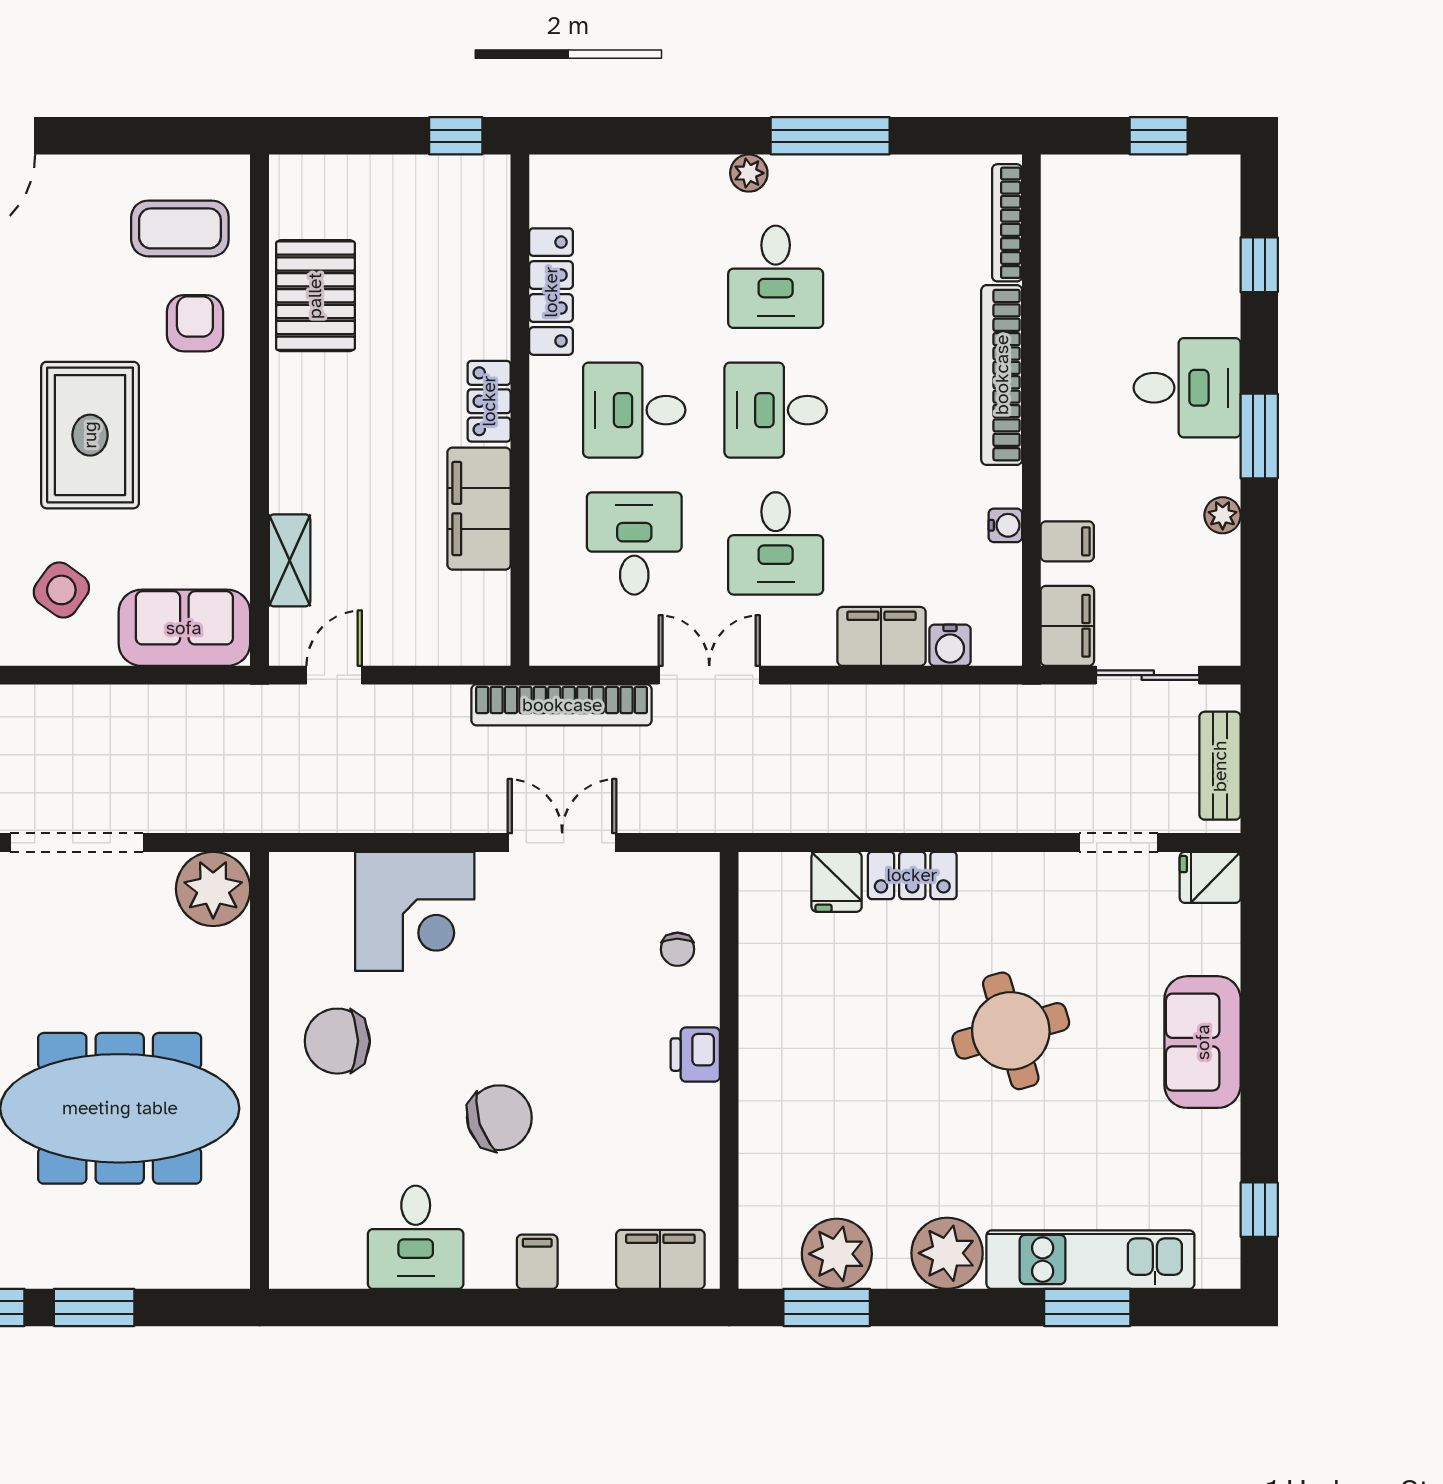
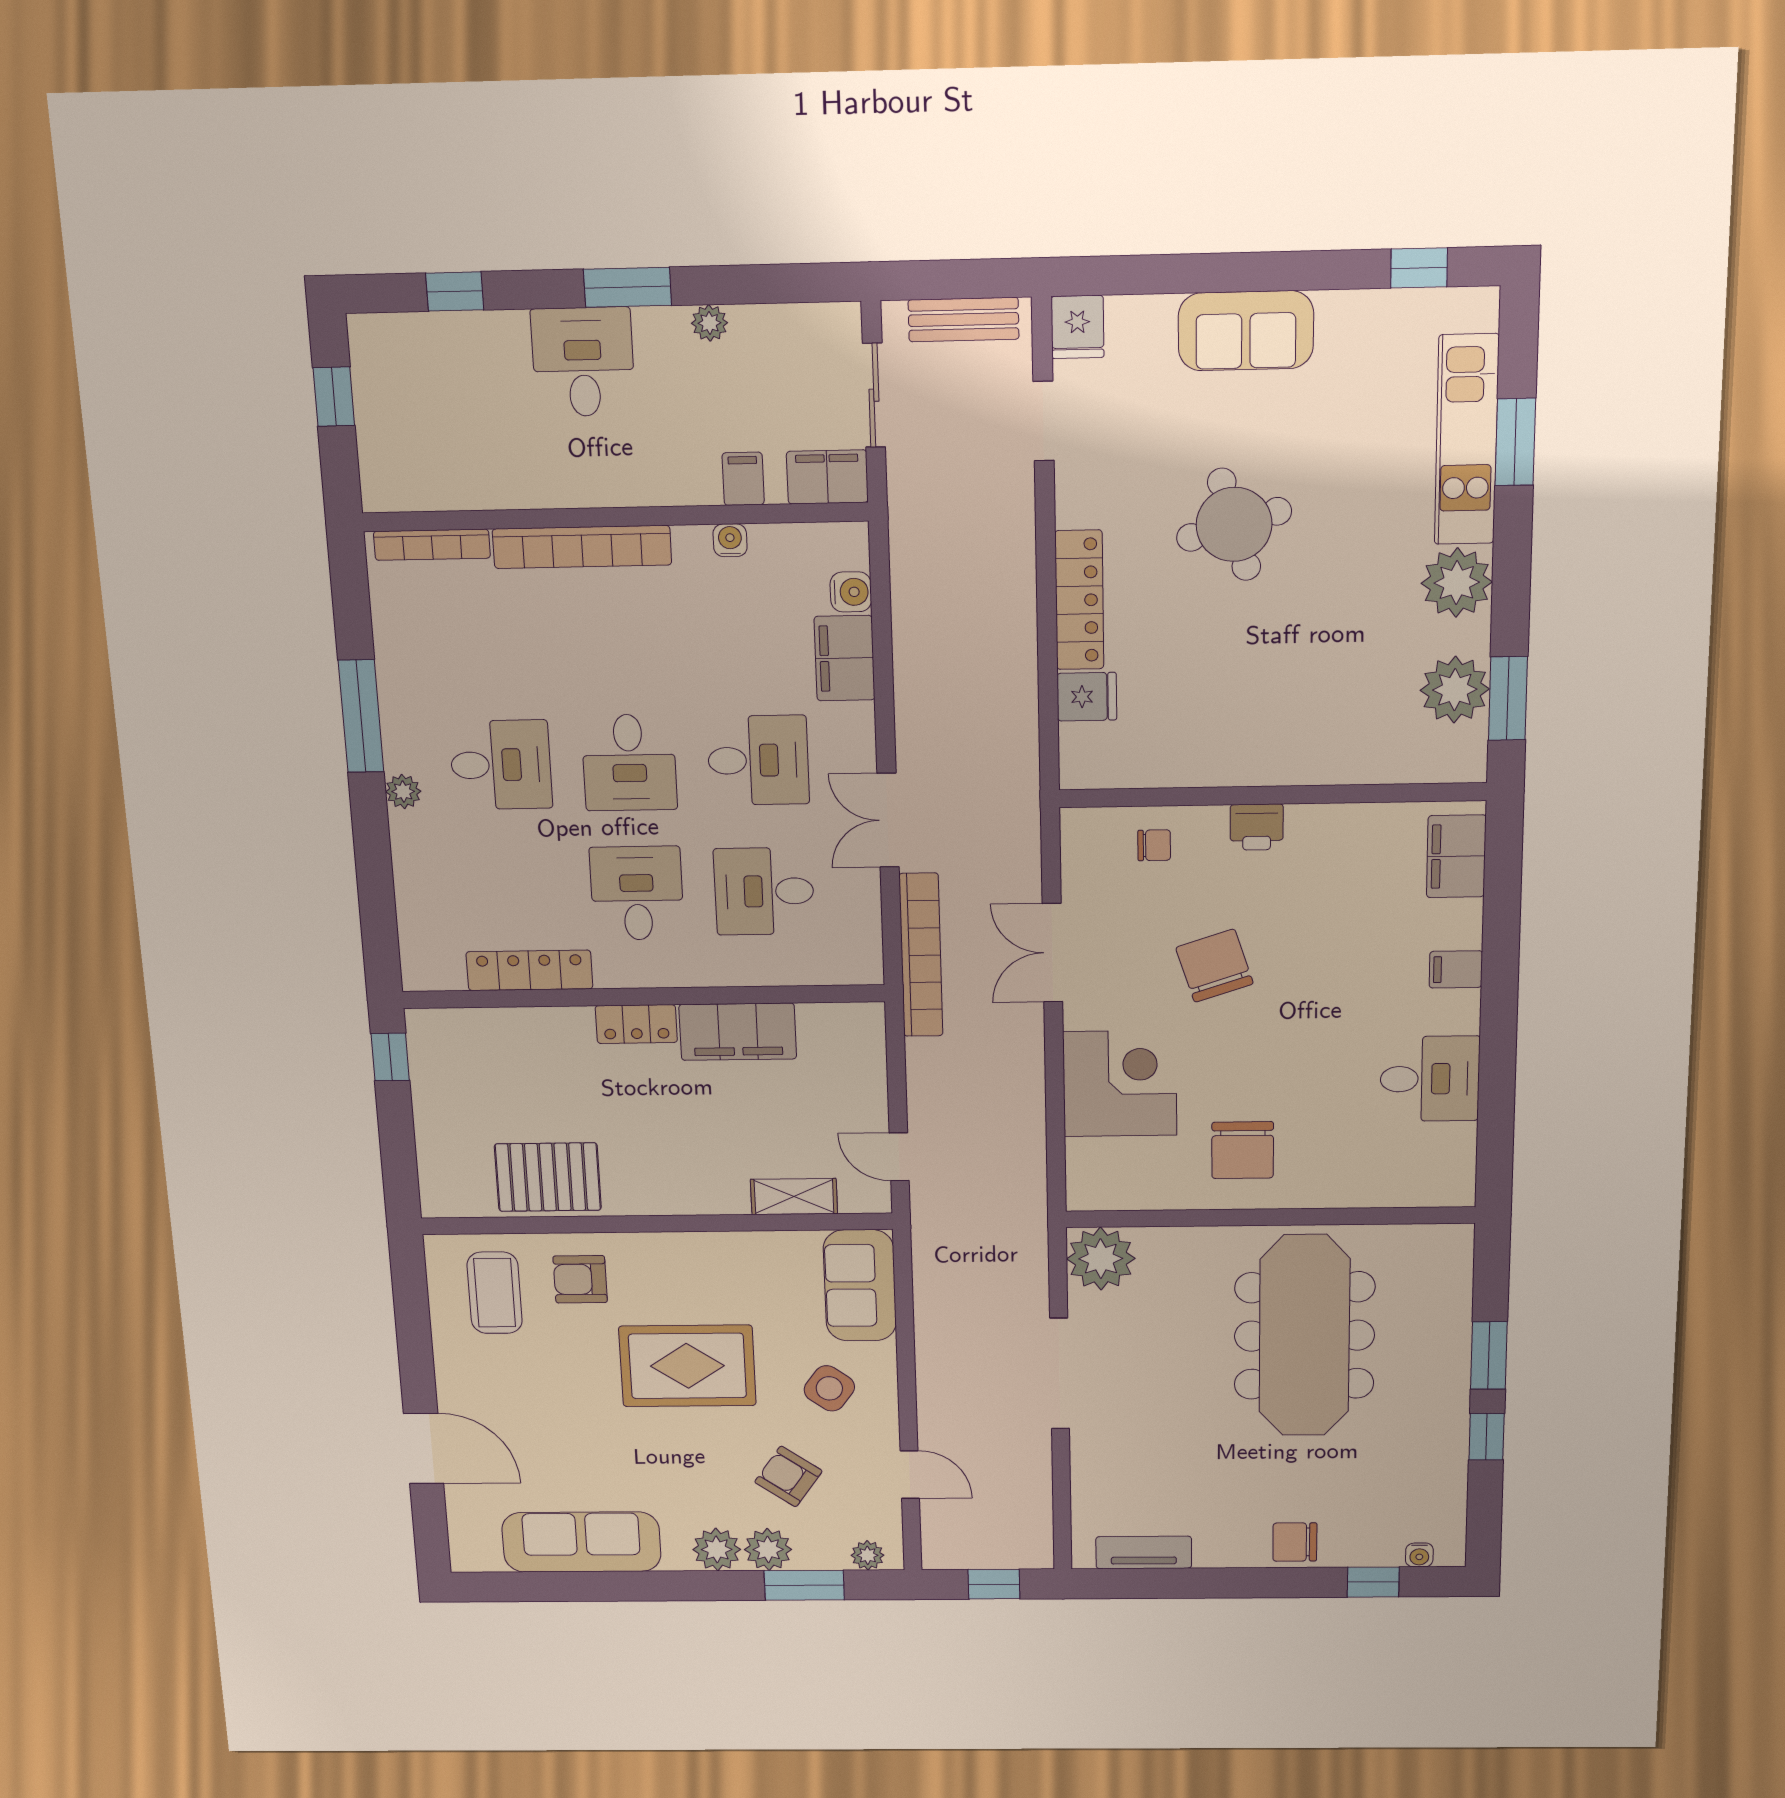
desk: (634, 410) -> (637, 893), turned 180
locker: (912, 875) -> (1079, 600), width x1.53
chair: (499, 1118) -> (1214, 966), moved

